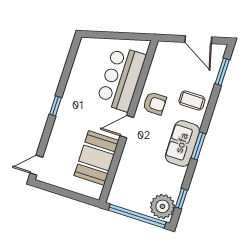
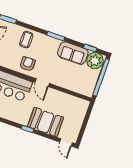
sofa: (182, 143) -> (73, 53), moved
booth: (96, 158) -> (46, 122), moved

